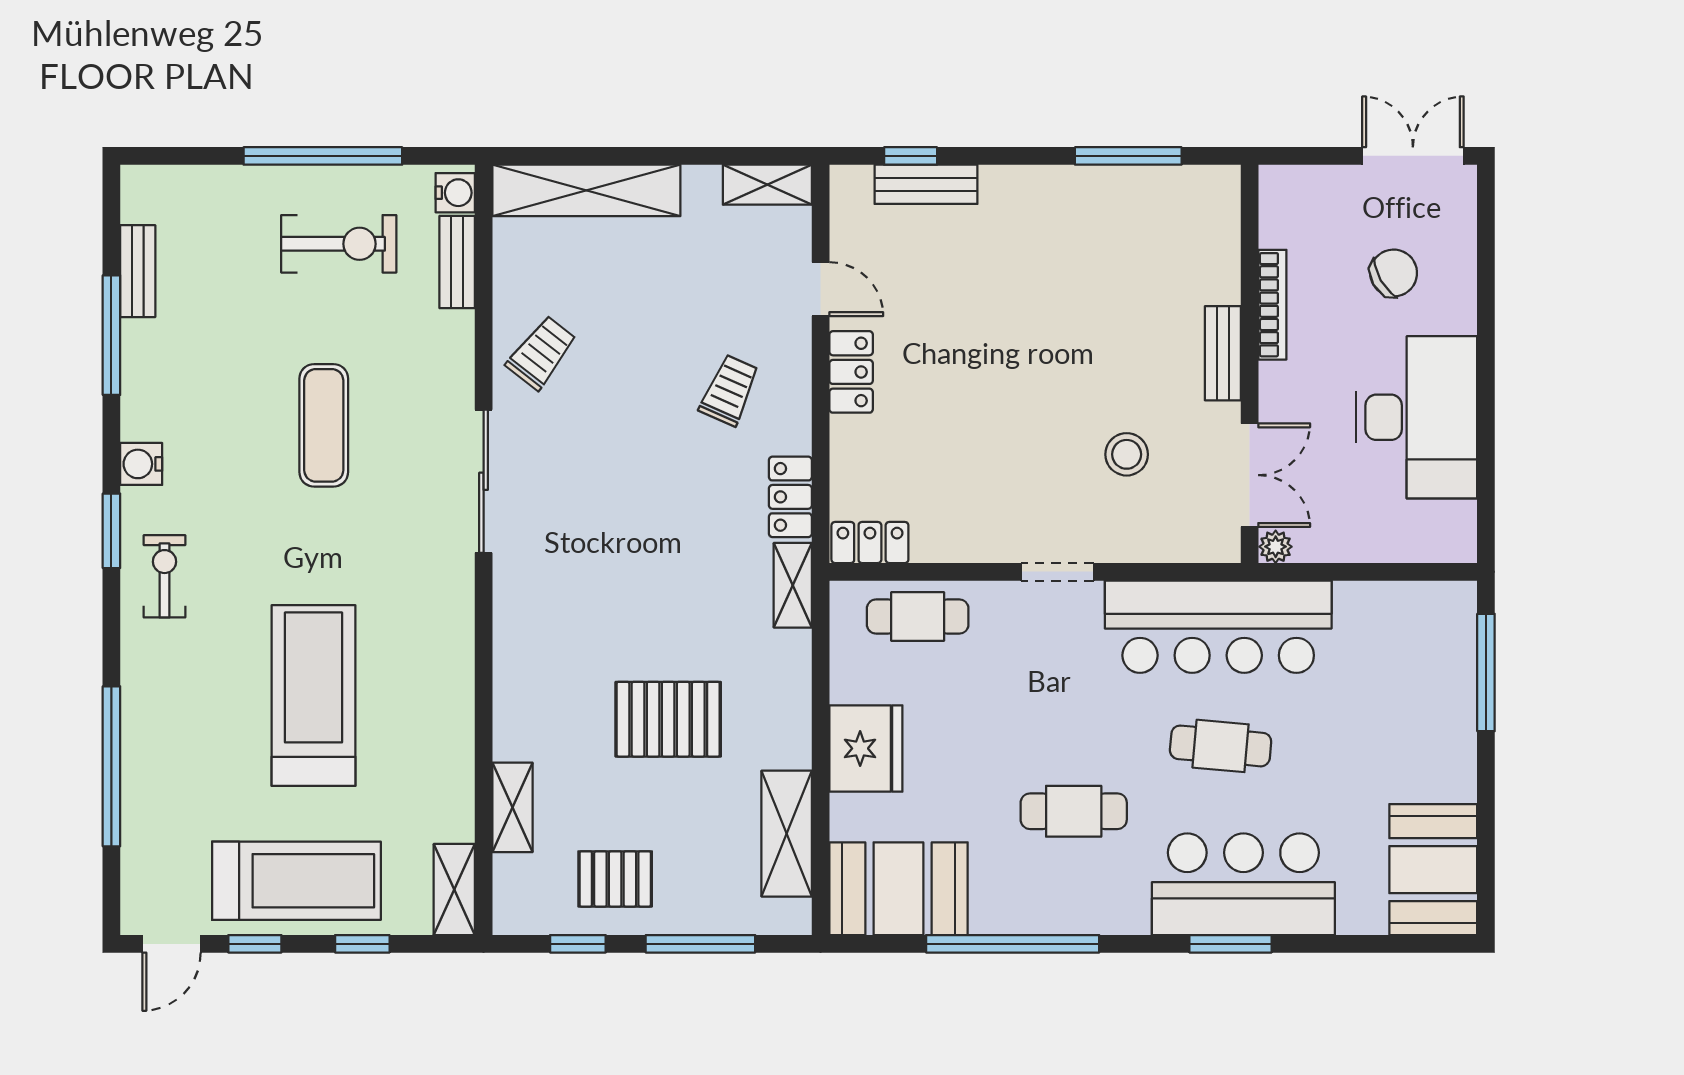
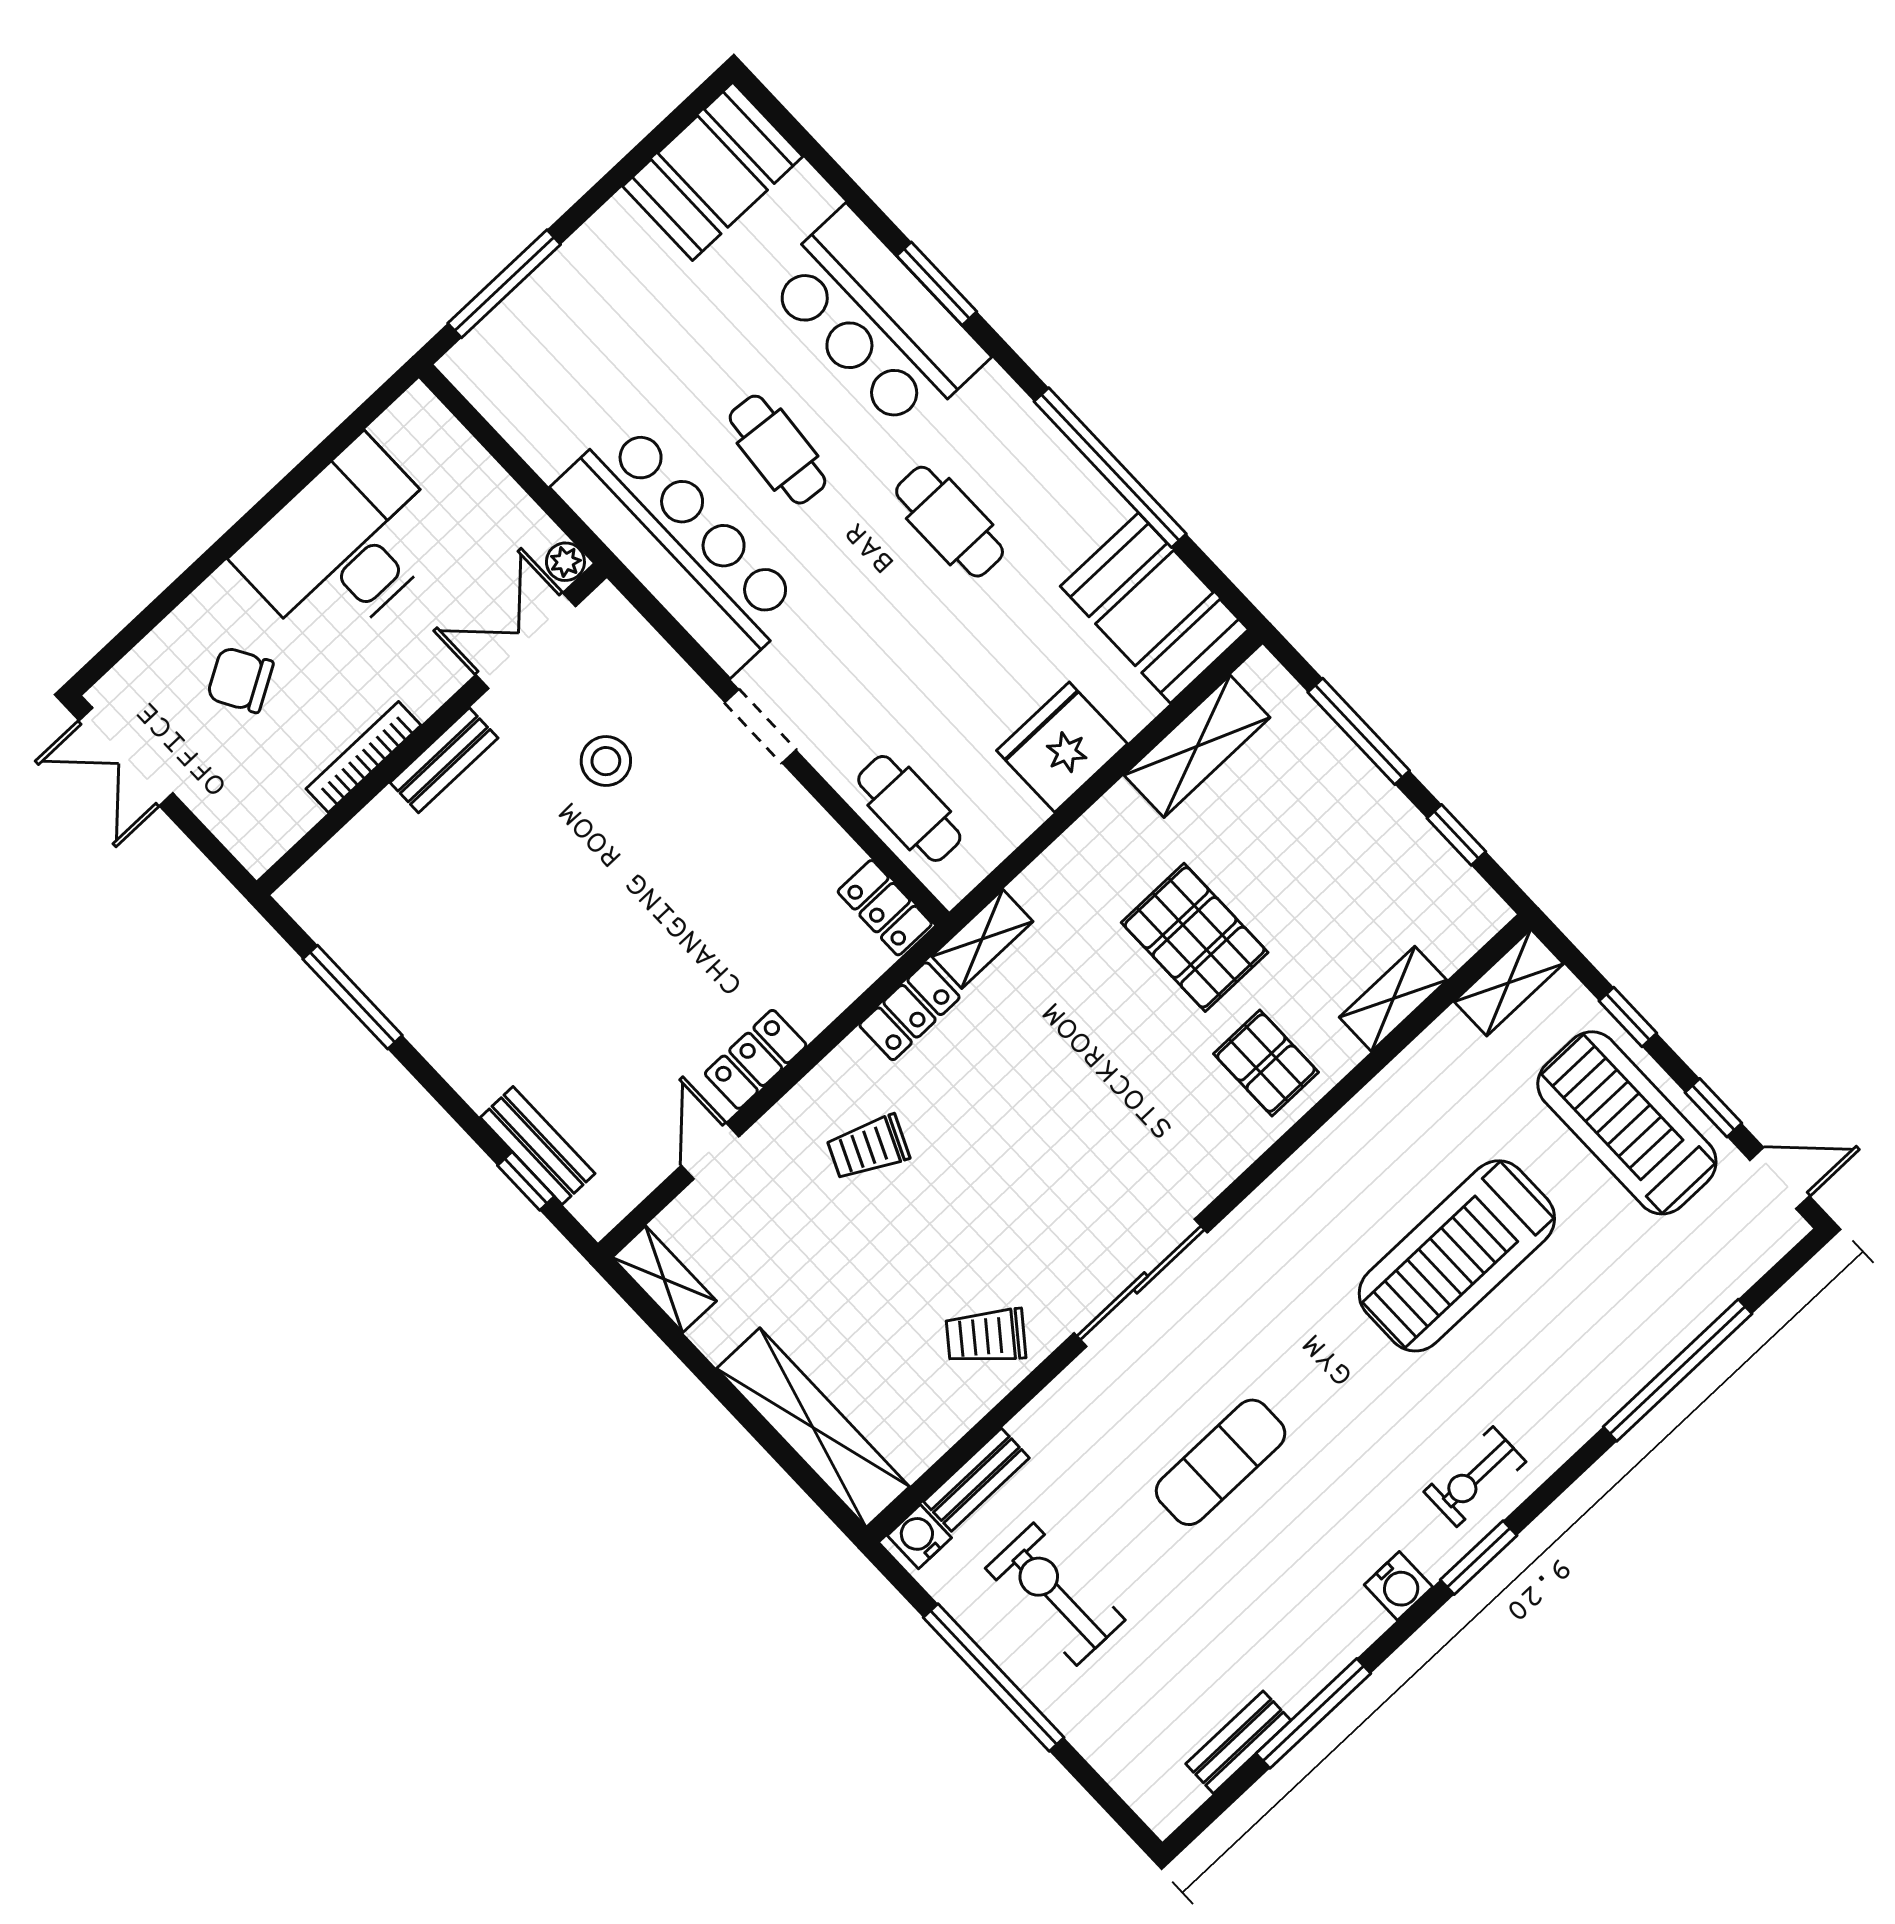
pallet: (615, 879) -> (1266, 1063), moved

